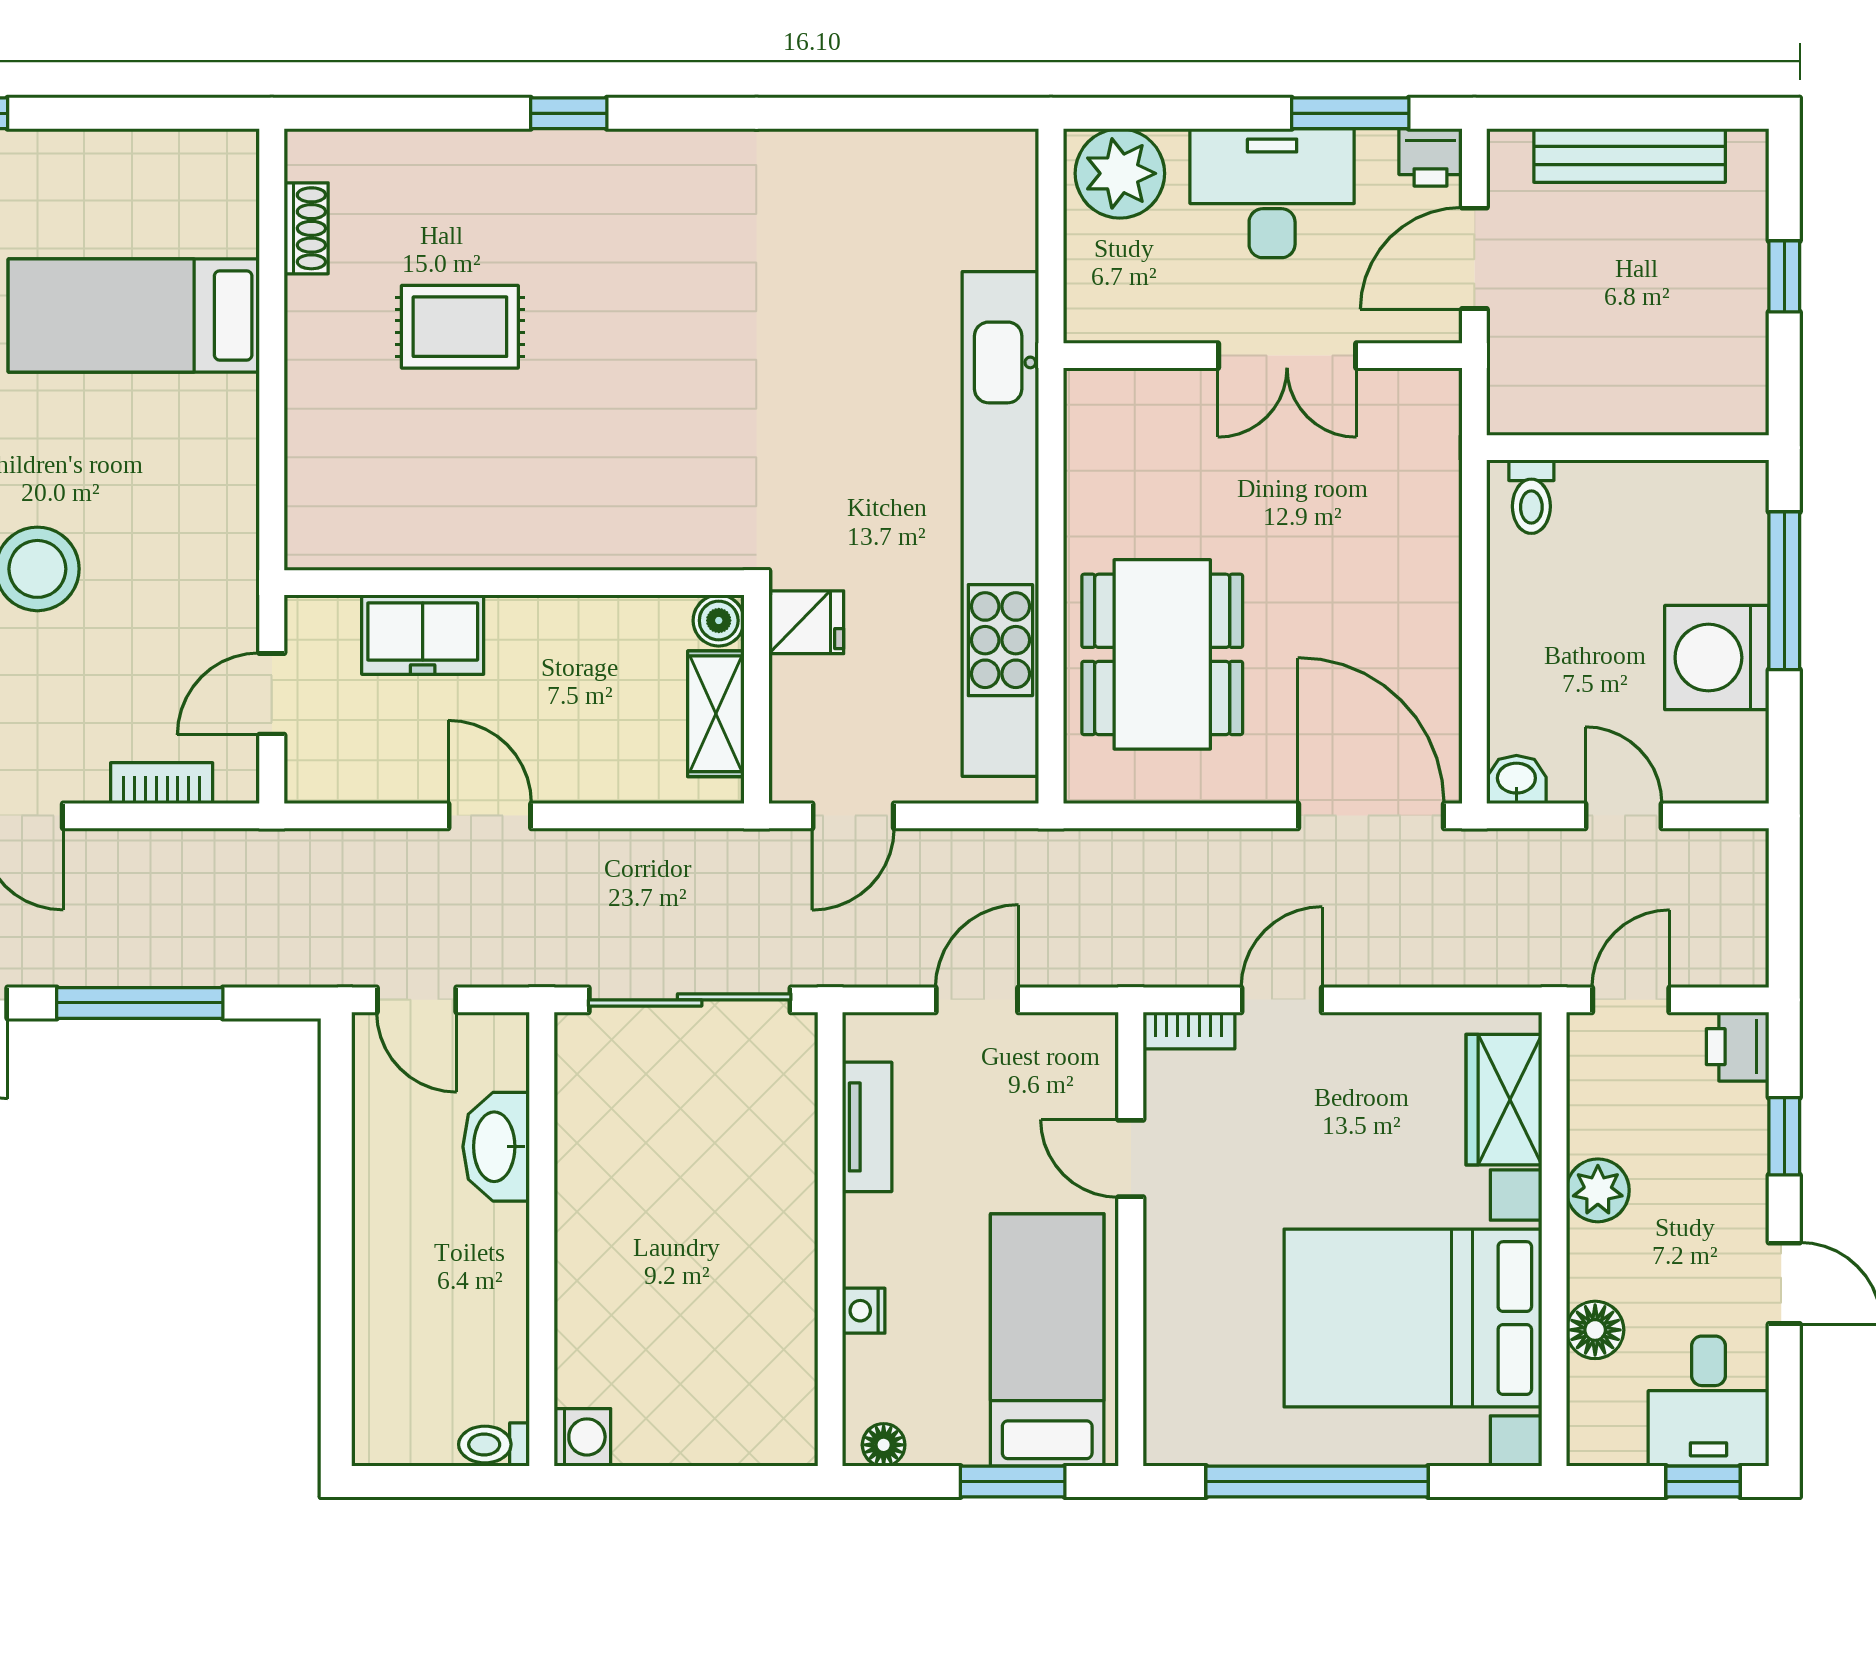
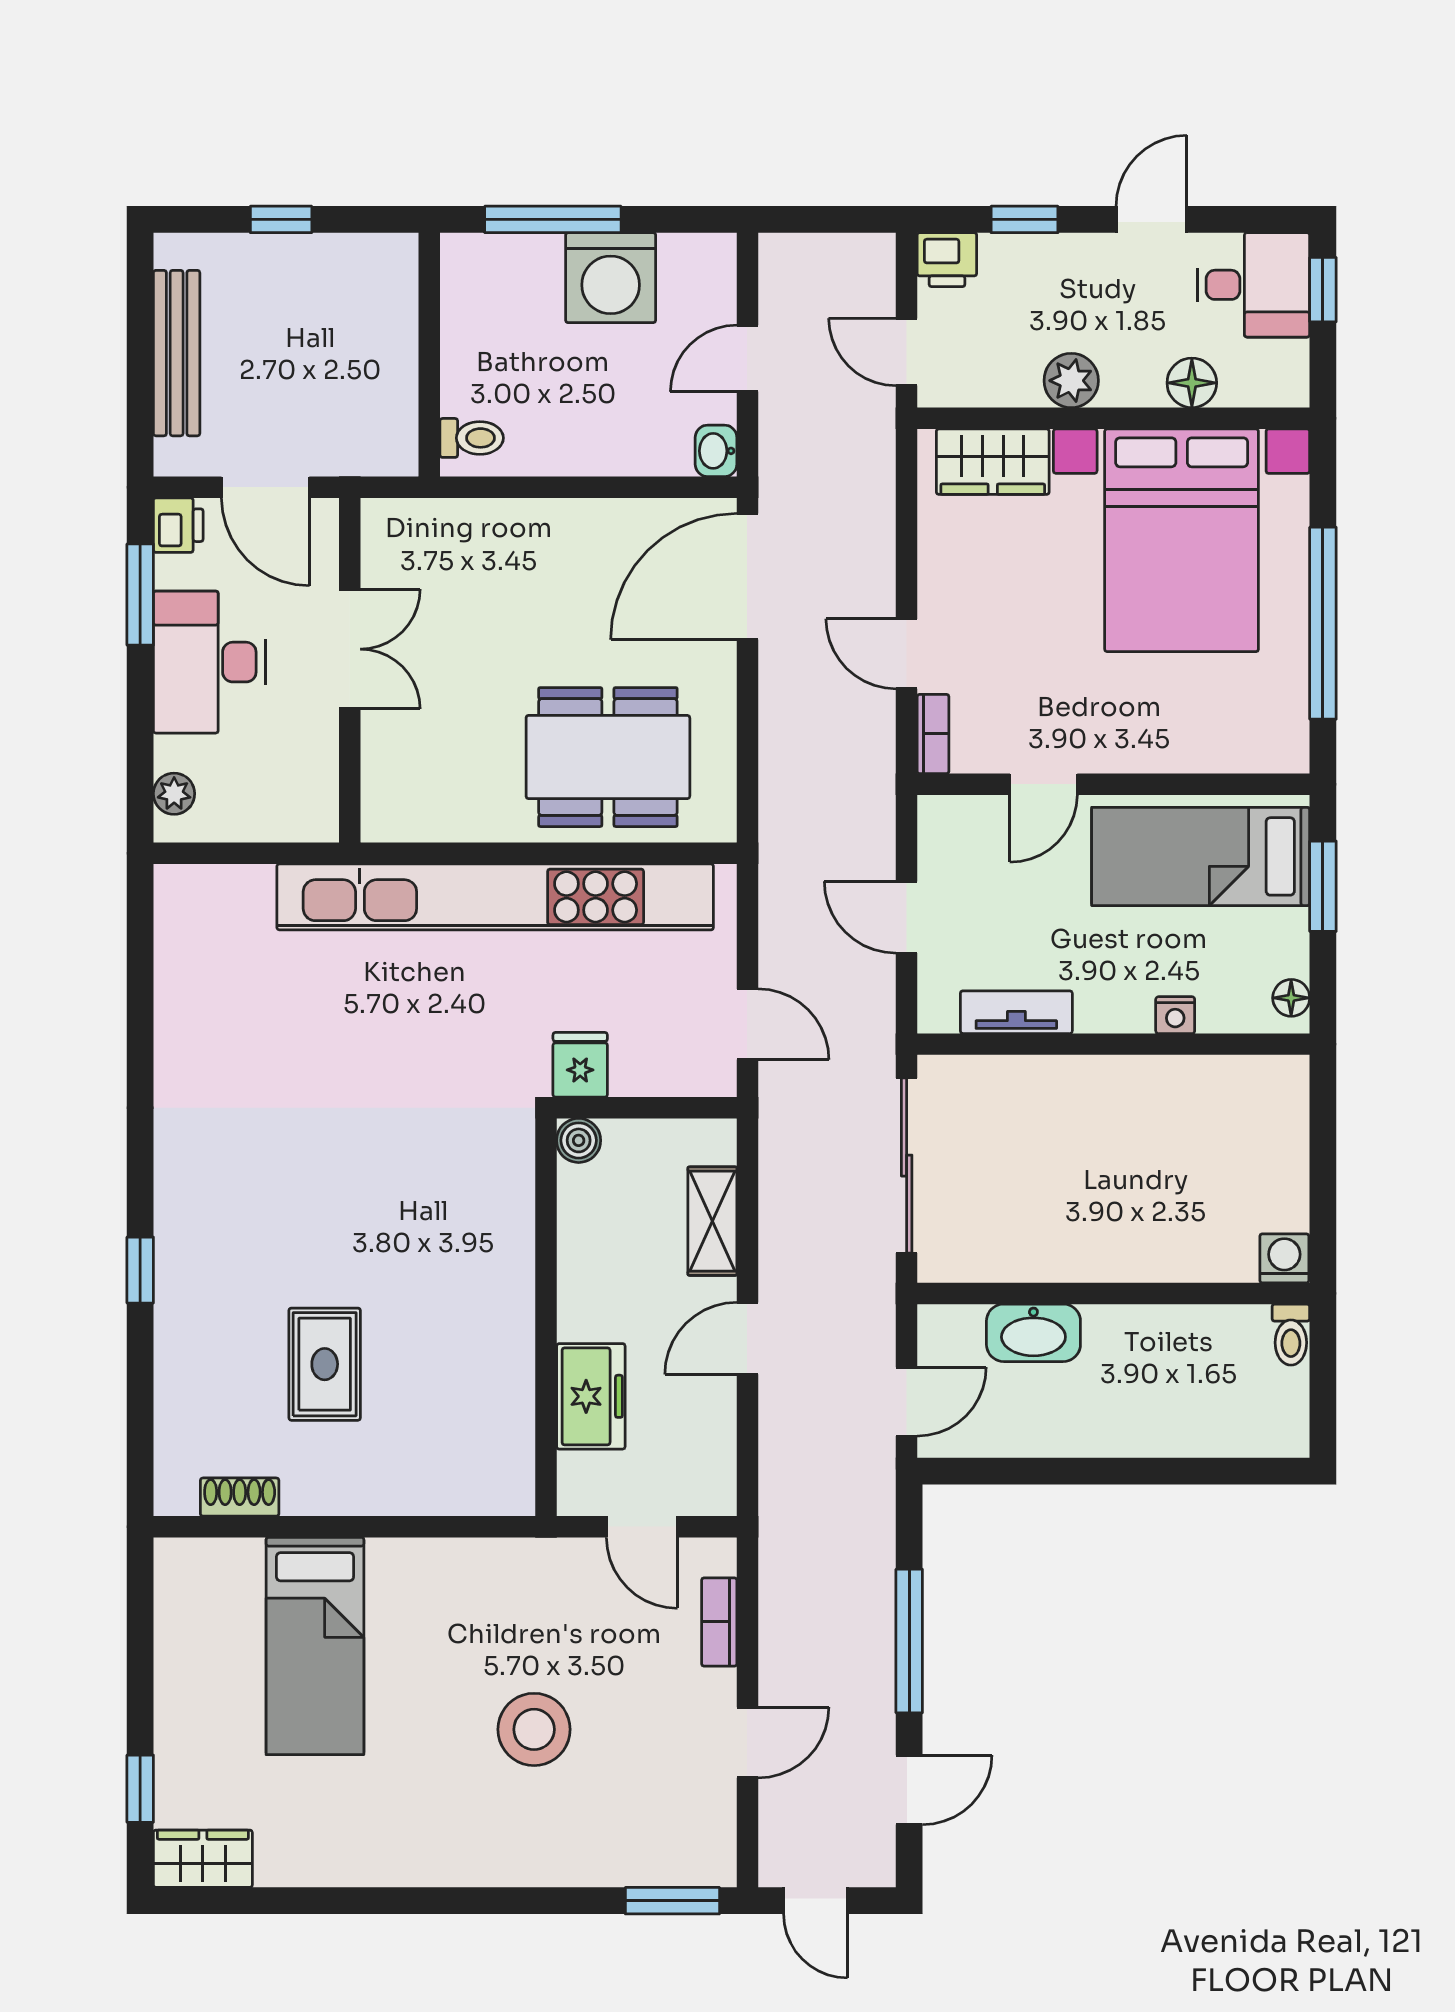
plant: (1120, 173) -> (174, 794), width x0.53, depth x0.53
shelving: (716, 714) -> (712, 1221), moved, turned 90

